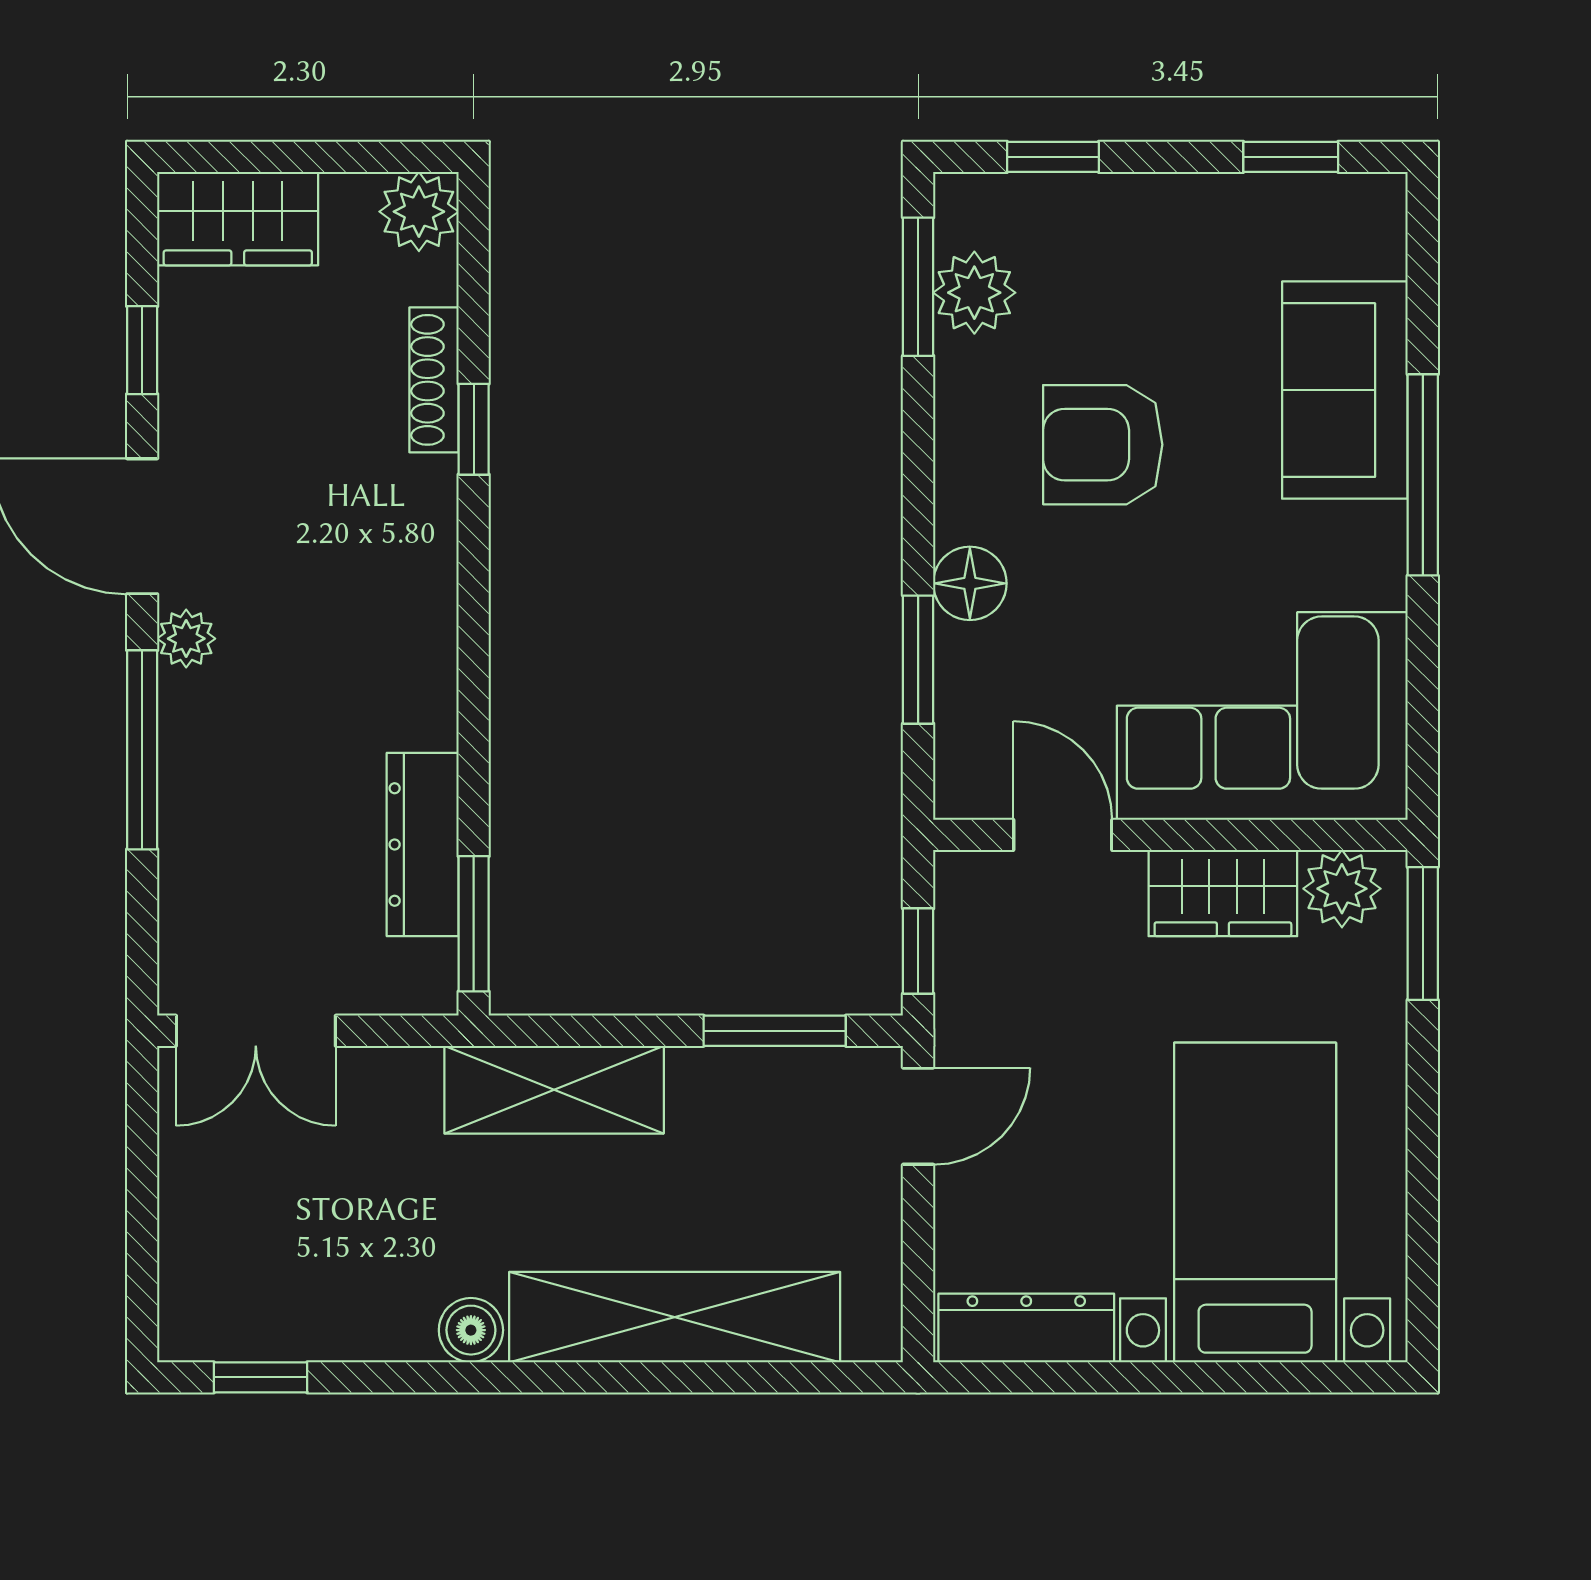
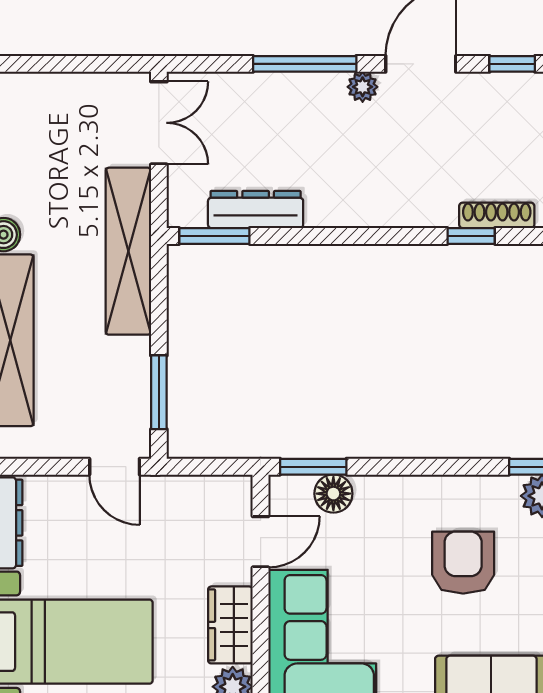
floor lamp: (970, 583) -> (333, 494), moved
window: (918, 660) -> (313, 467), moved
window: (918, 951) -> (200, 467), removed
double door: (256, 1031) -> (159, 123), swing flipped
shelving: (554, 1090) -> (128, 251), width x1.47

